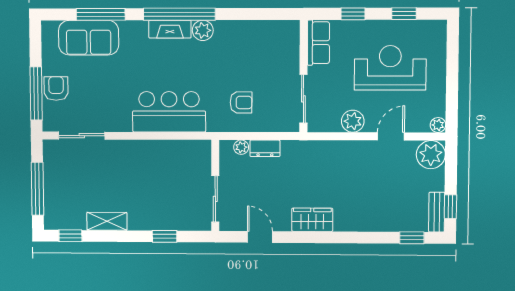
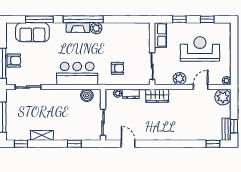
armchair: (56, 88) -> (14, 61), turned 90
boiler: (187, 151) -> (87, 95), added
wardrobe: (312, 220) -> (157, 96), moved, turned 180

